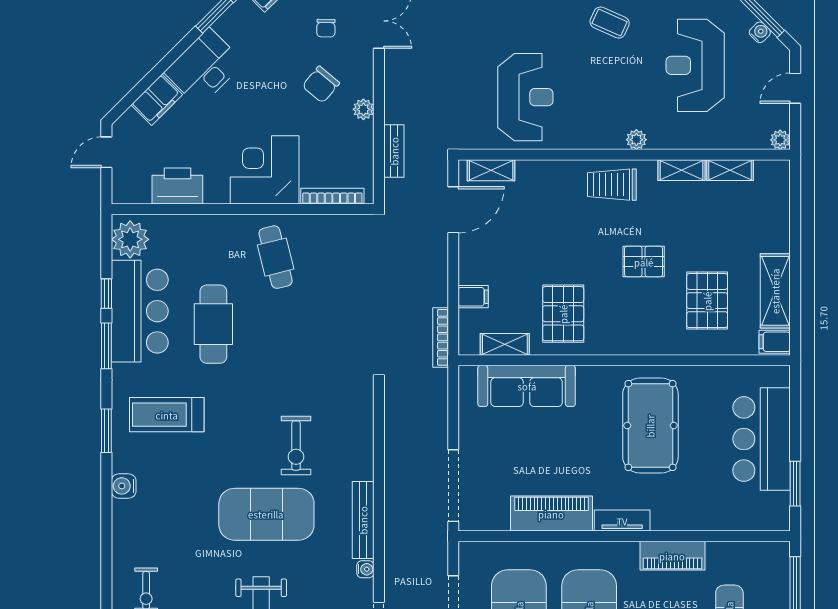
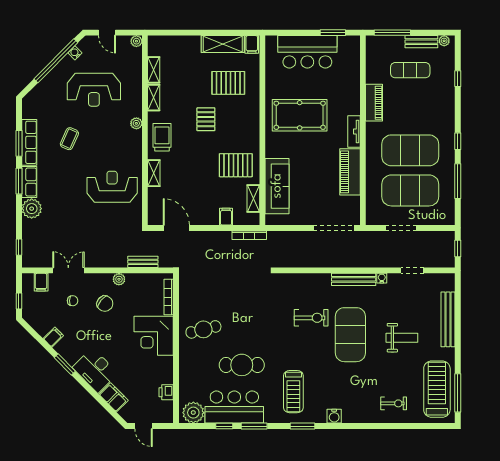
shelving: (491, 170) -> (154, 173), moved
trolley: (612, 185) -> (162, 137), turned 180
printer: (177, 186) -> (166, 392), width x0.53, depth x0.68

